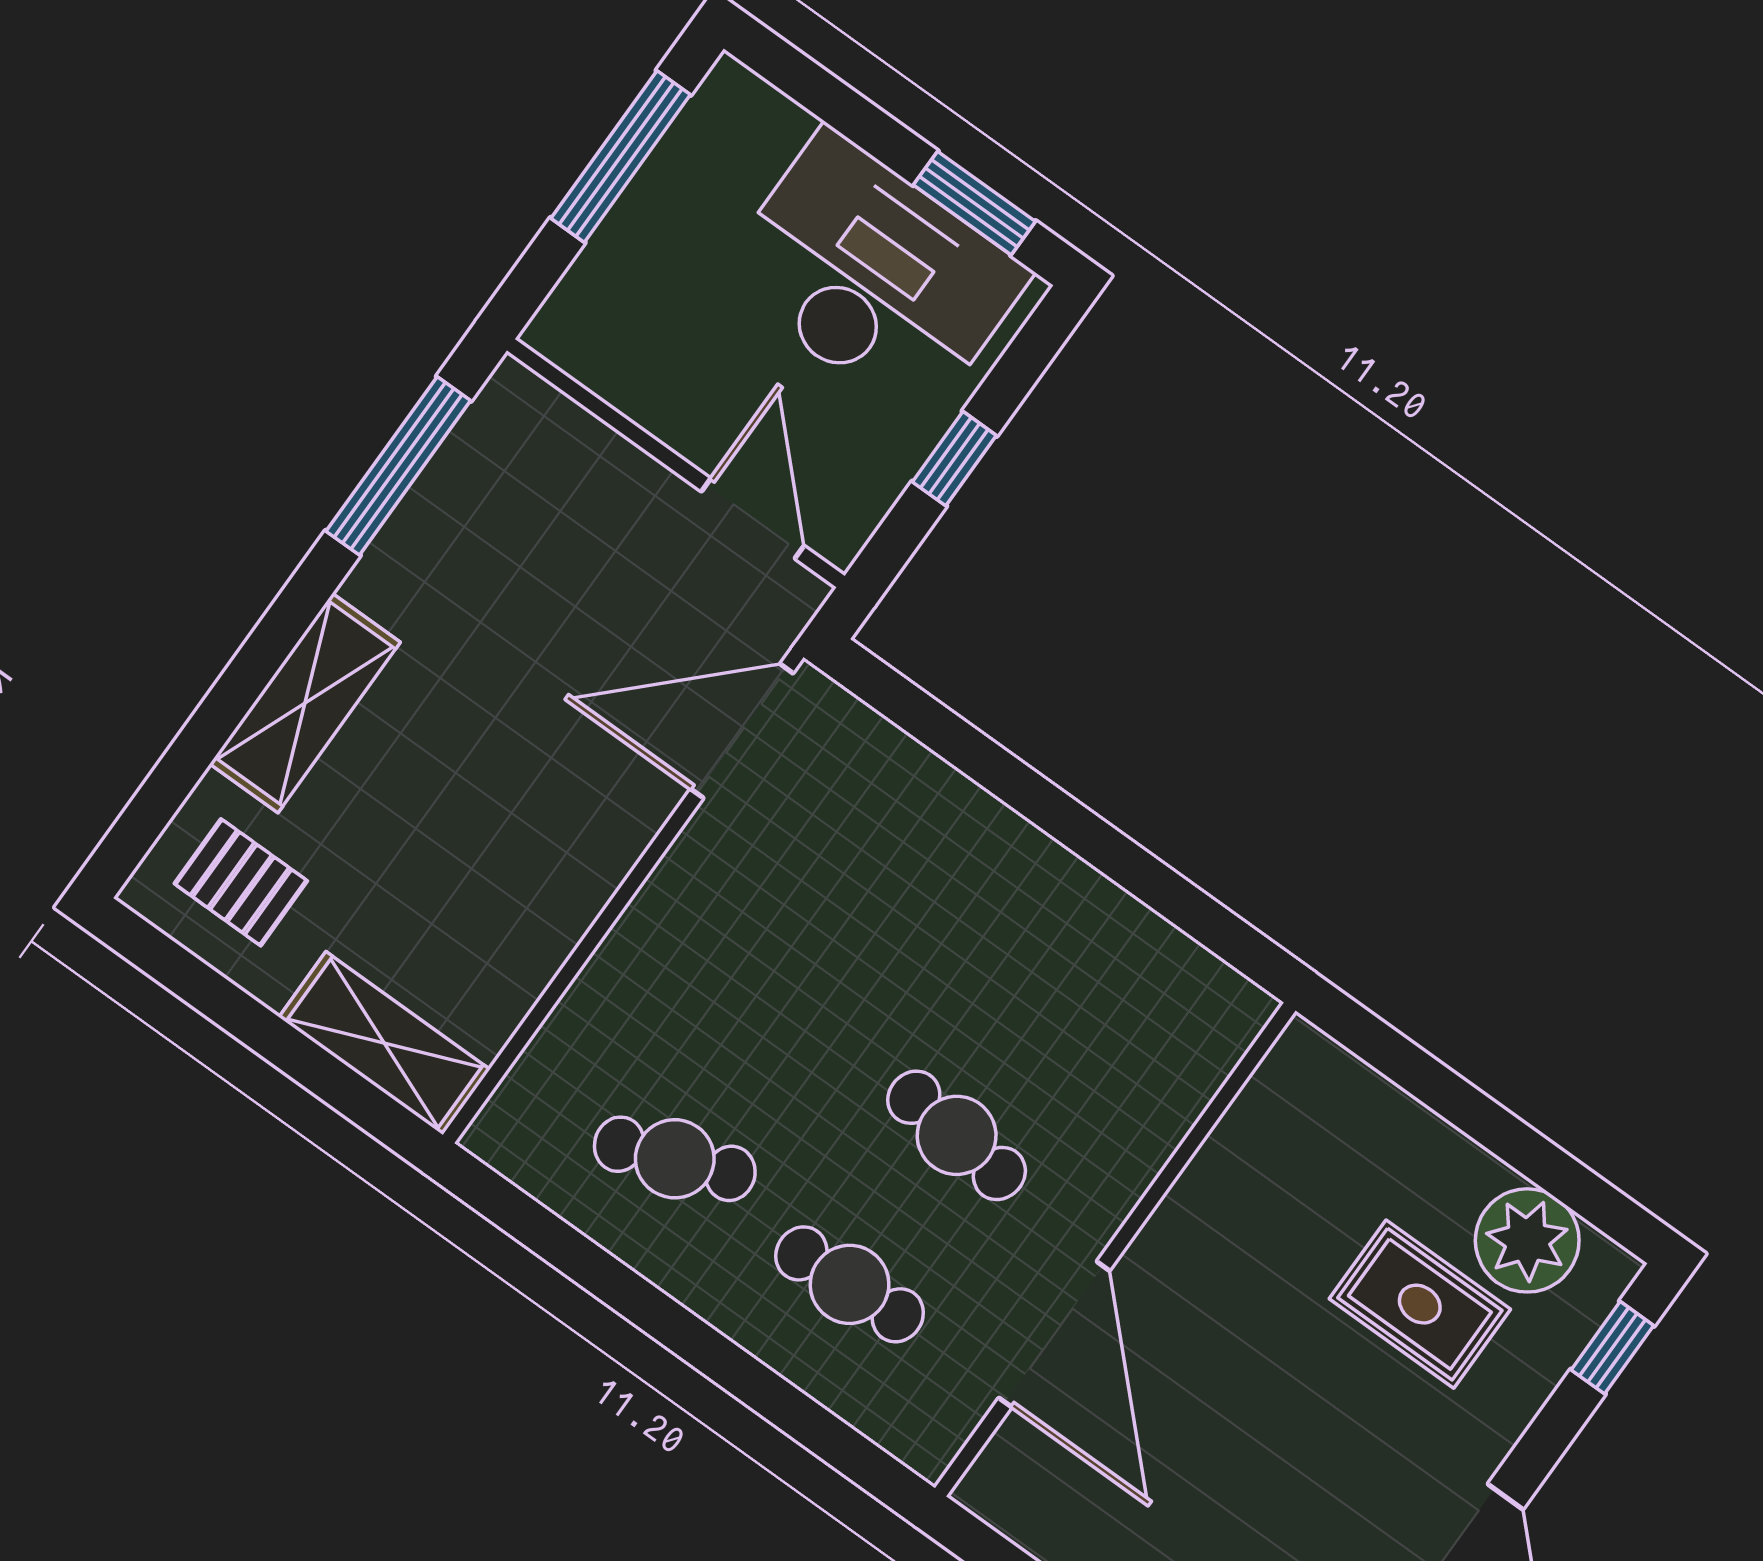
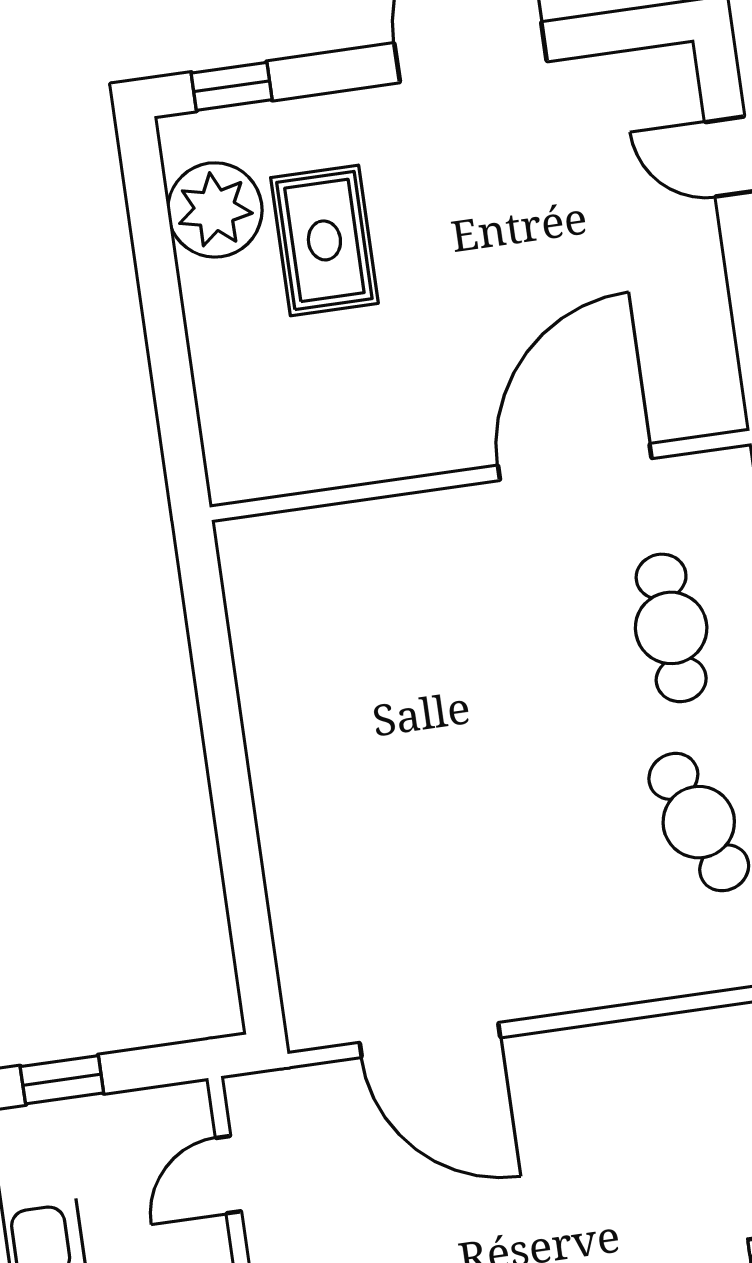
door: (753, 519) -> (228, 1175), width x0.73
door: (742, 731) -> (430, 1040), moved
cafe table: (957, 1135) -> (506, 651), removed

